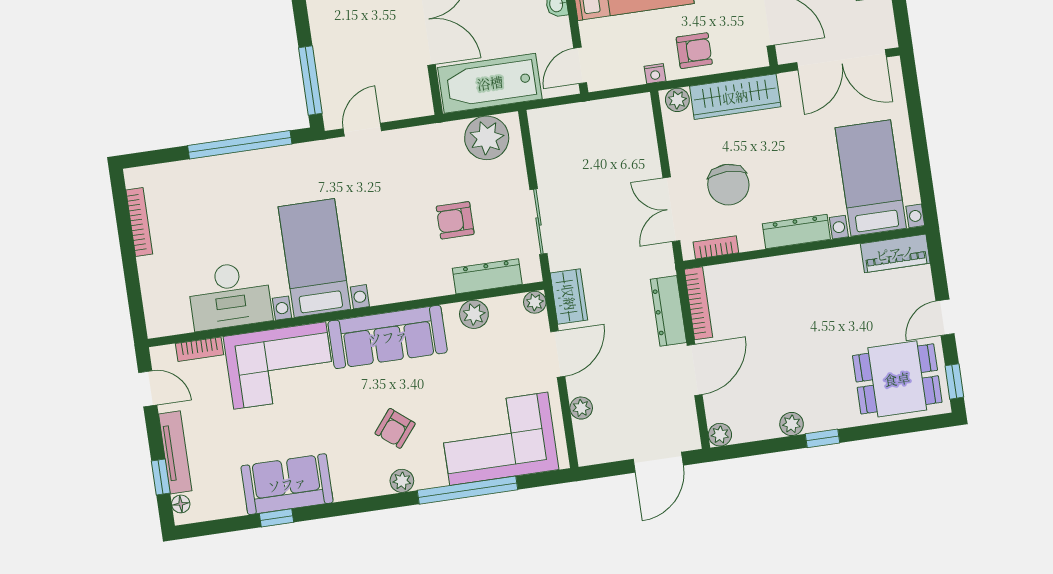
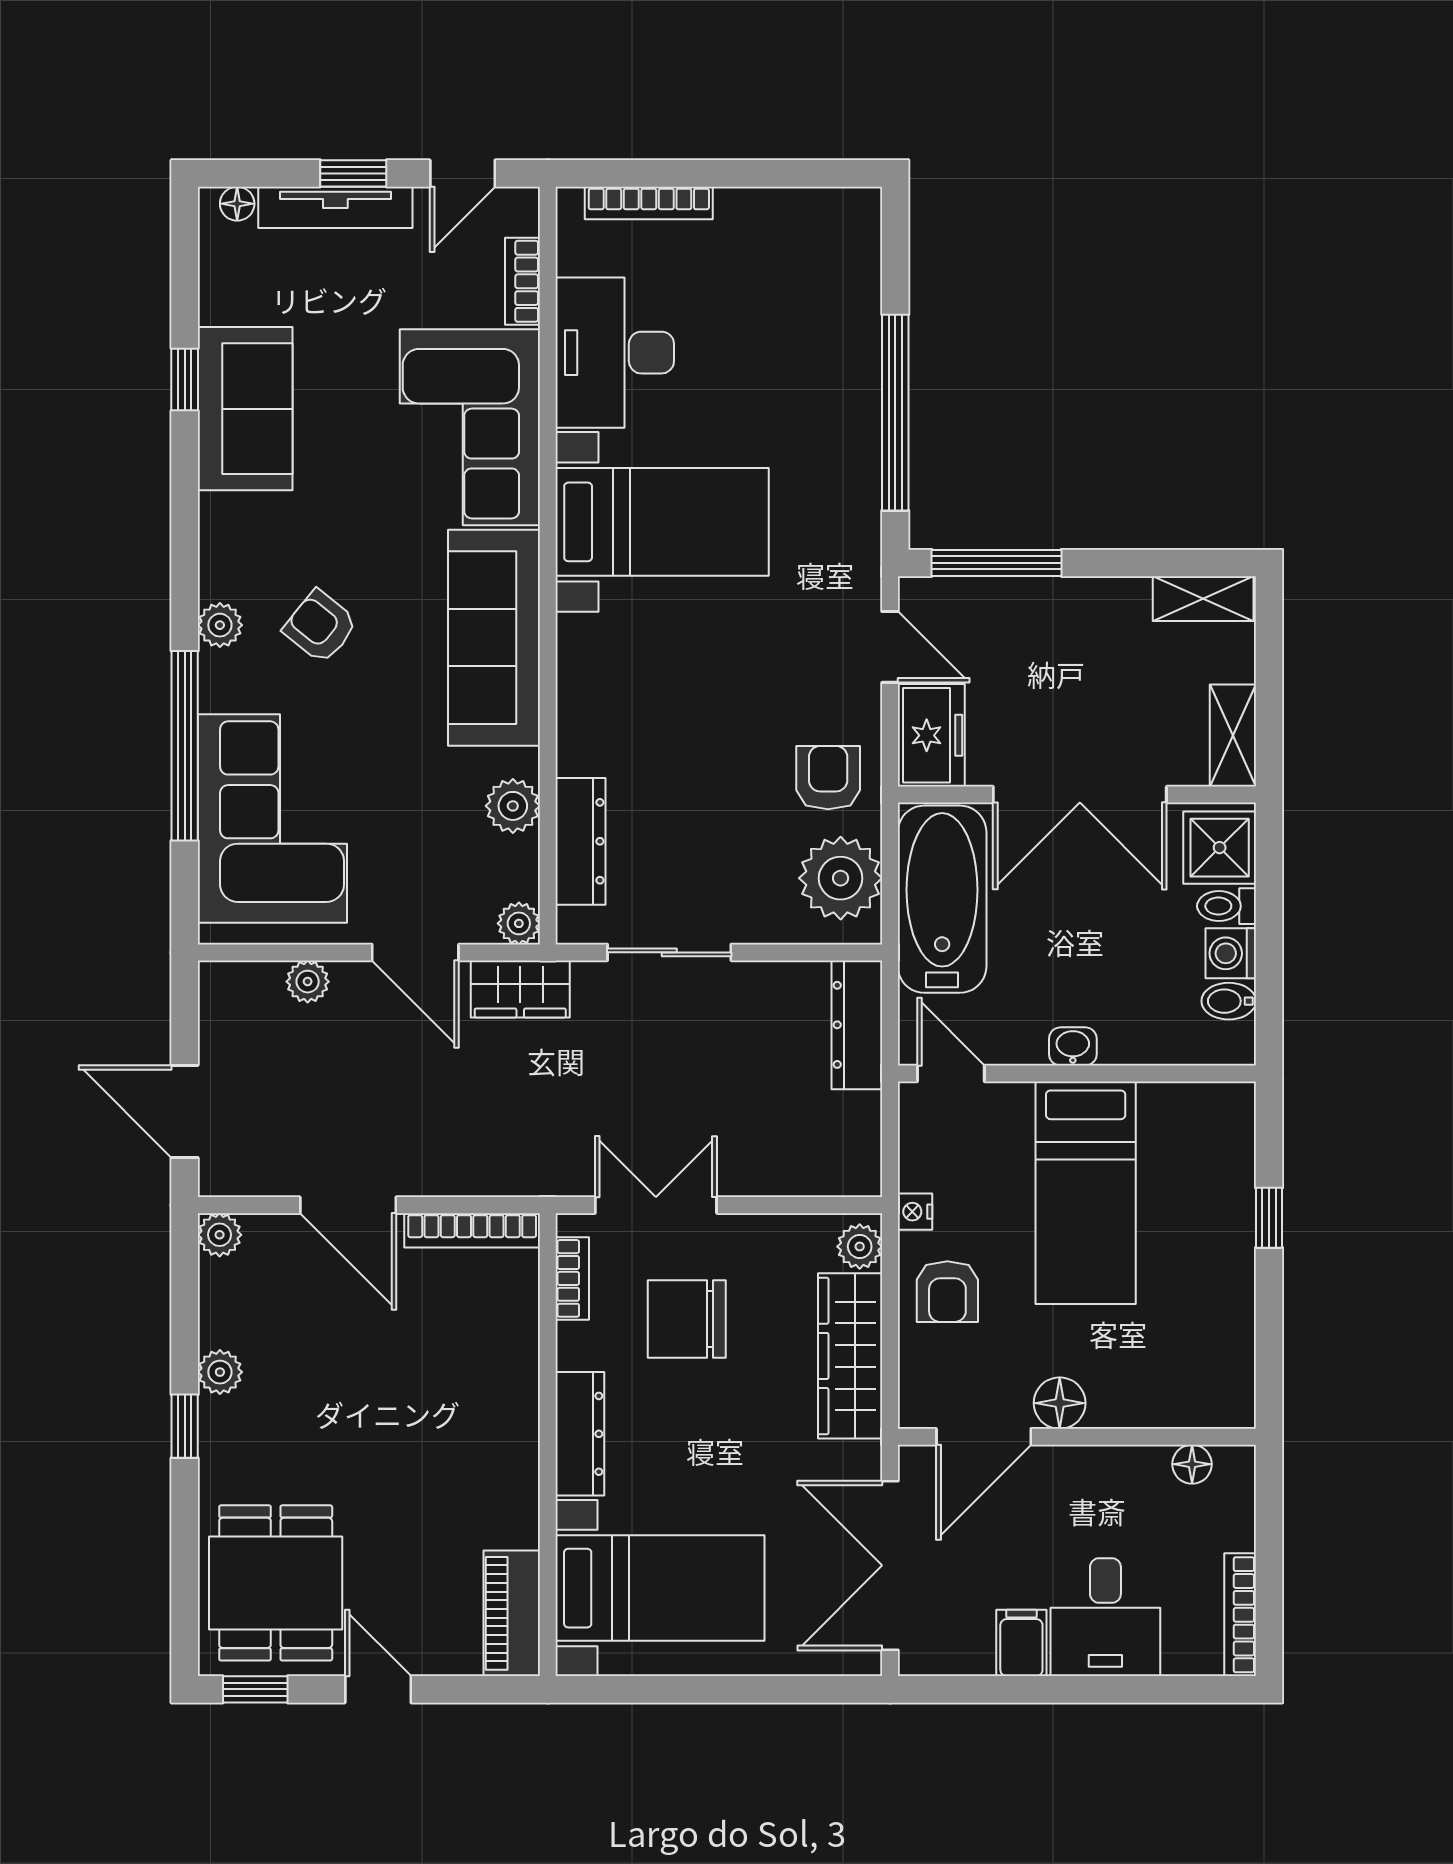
freezer: (405, 101) -> (931, 735), added
armchair: (455, 220) -> (828, 778), moved
bookcase: (139, 222) -> (649, 203), moved
dresser: (668, 311) -> (857, 1025), moved, turned -90
window: (161, 477) -> (353, 173), moved

